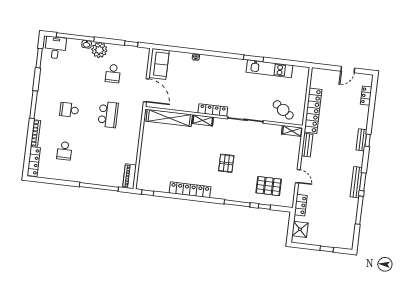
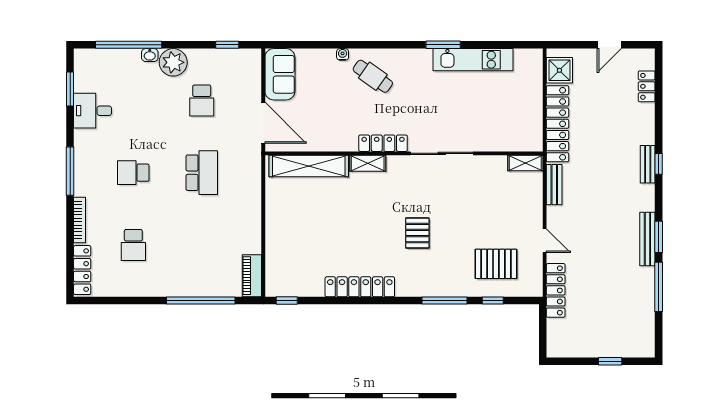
desk: (56, 48) -> (93, 111), moved, turned -90
cafe table: (283, 110) -> (373, 76), moved
locker: (301, 205) -> (556, 290), width x1.53
shower: (300, 229) -> (559, 70), moved

